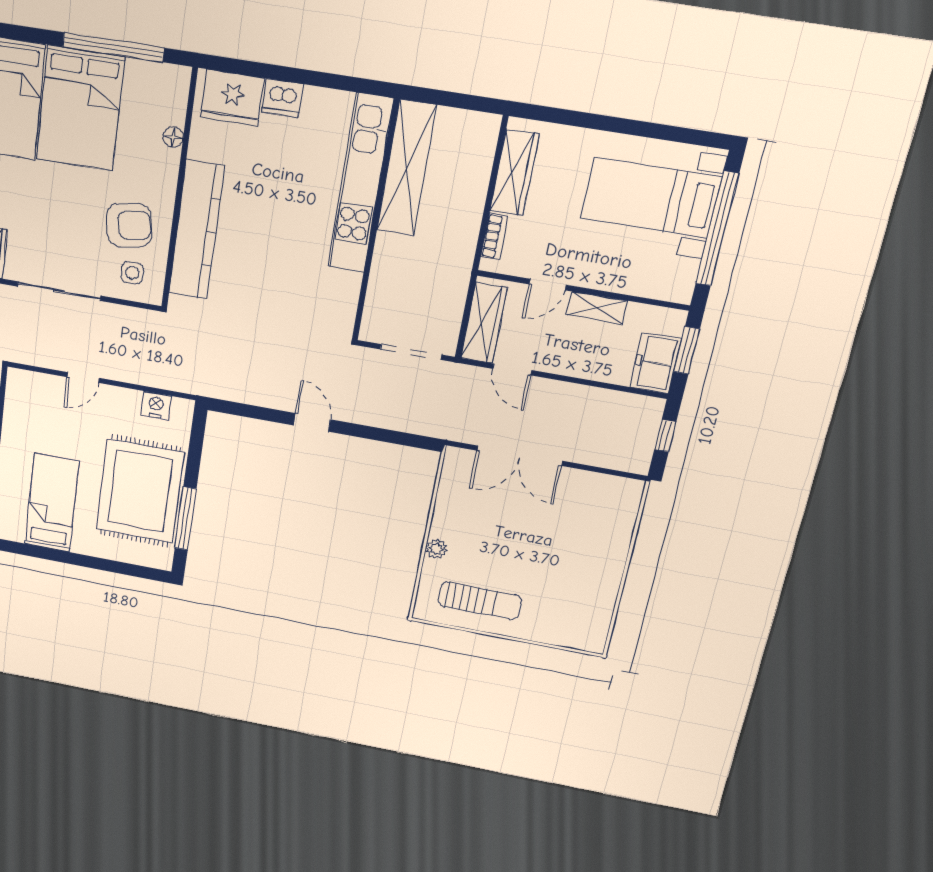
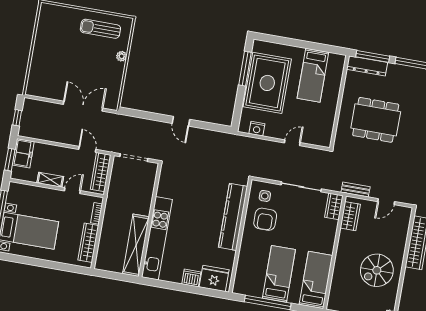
bed: (80, 108) -> (279, 274), width x0.67
floor lamp: (173, 137) -> (242, 261), removed
armchair: (129, 225) -> (265, 219), turned -81

